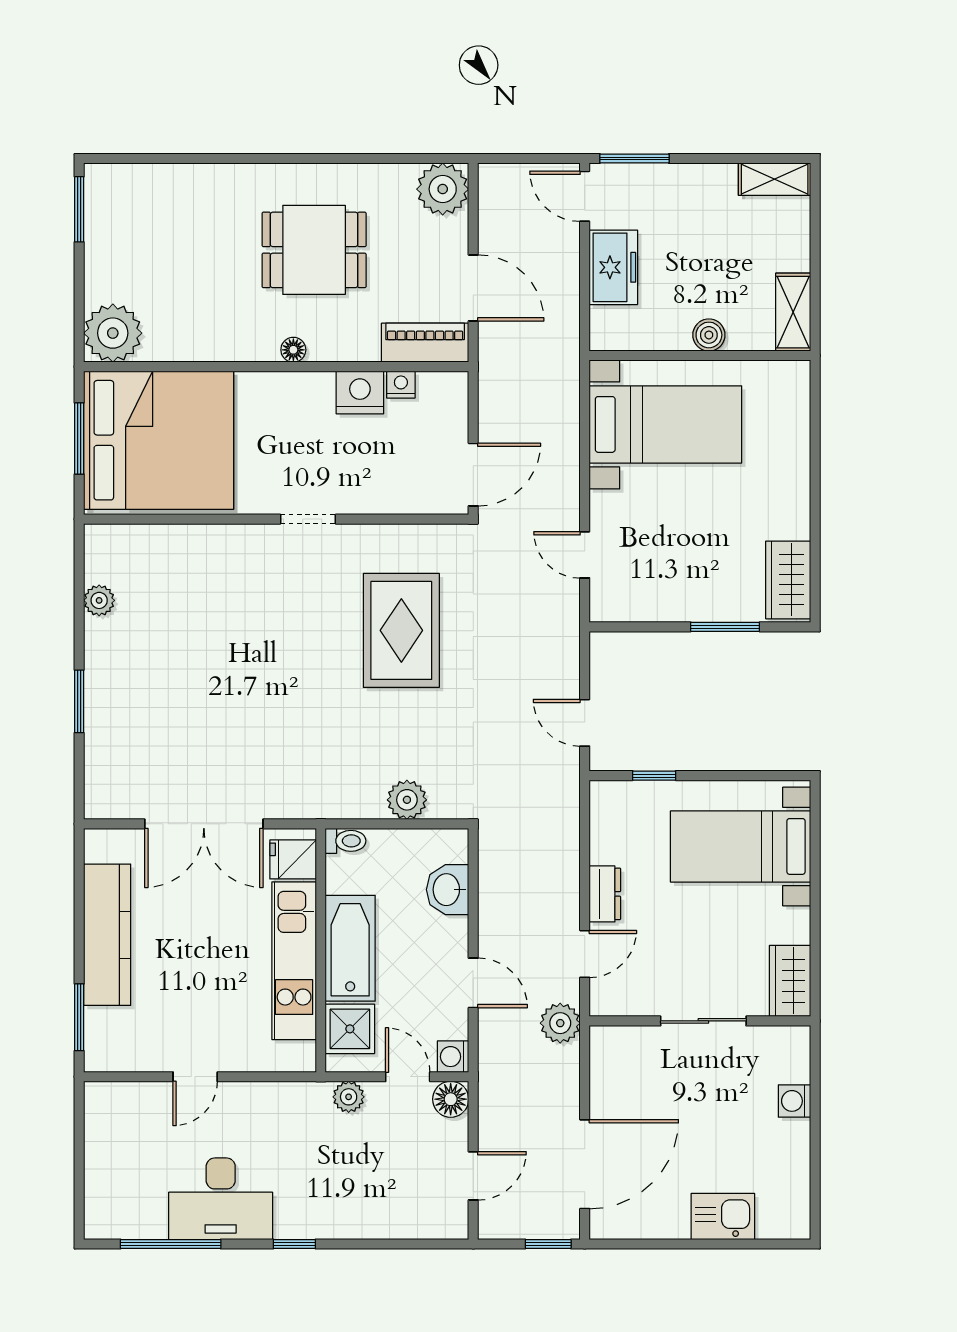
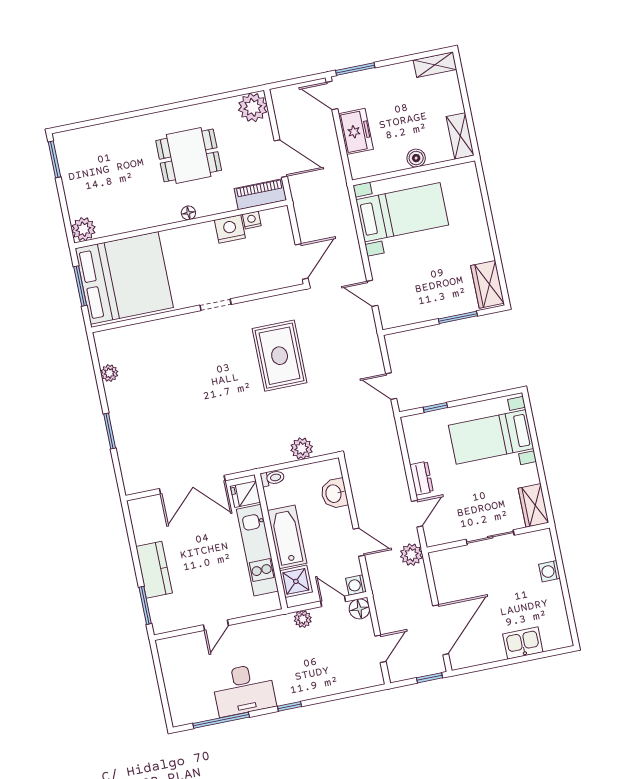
plant: (113, 333) -> (83, 229), width x0.73, depth x0.73
kitchen counter: (107, 935) -> (154, 570), width x0.67

